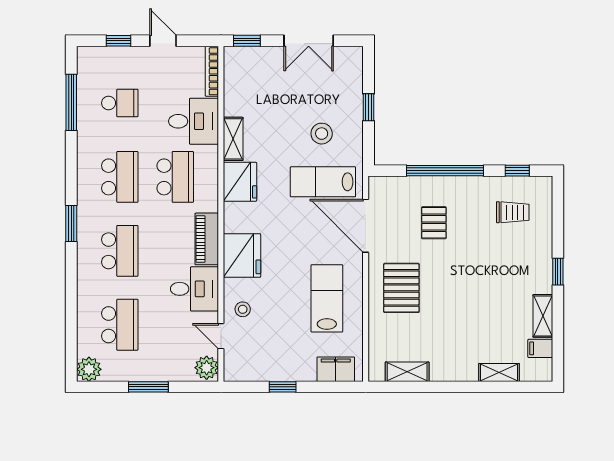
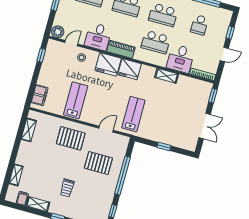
double door: (309, 41) -> (205, 126), swing flipped
stool: (322, 134) -> (157, 120), removed
fridge: (240, 182) -> (130, 69), moved
trolley: (513, 212) -> (67, 188), moved
pallet: (434, 223) -> (98, 163), width x1.50, depth x1.42
door: (366, 226) -> (106, 129), width x0.53
lab bench: (327, 298) -> (76, 100), turned -90
window: (283, 387) -> (41, 55), moved

